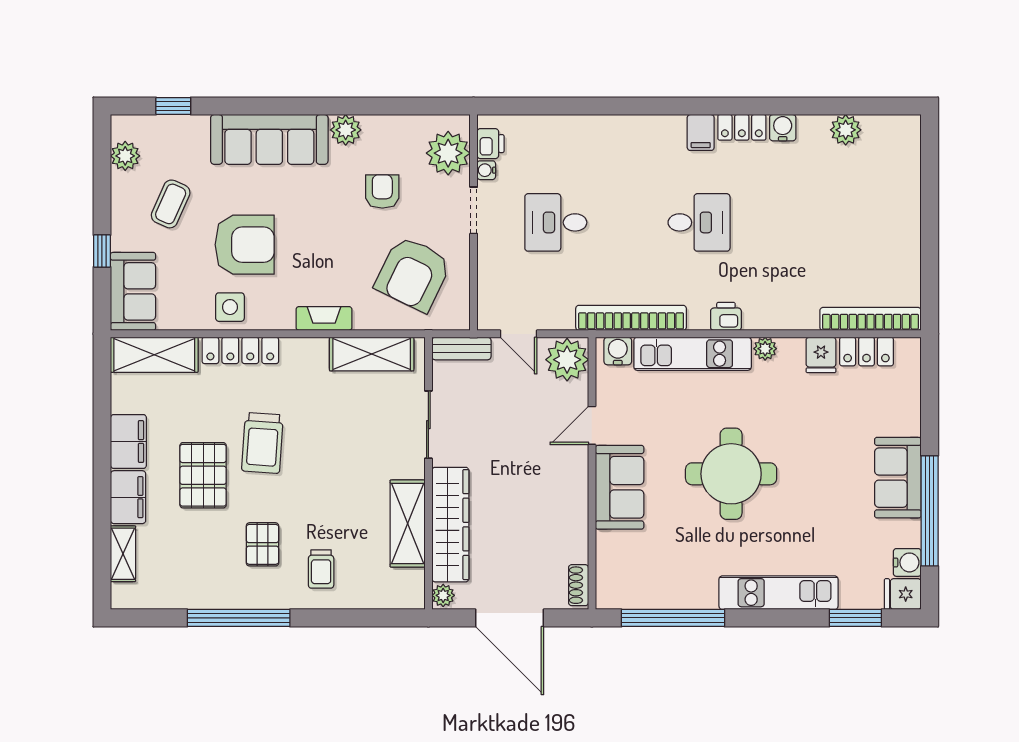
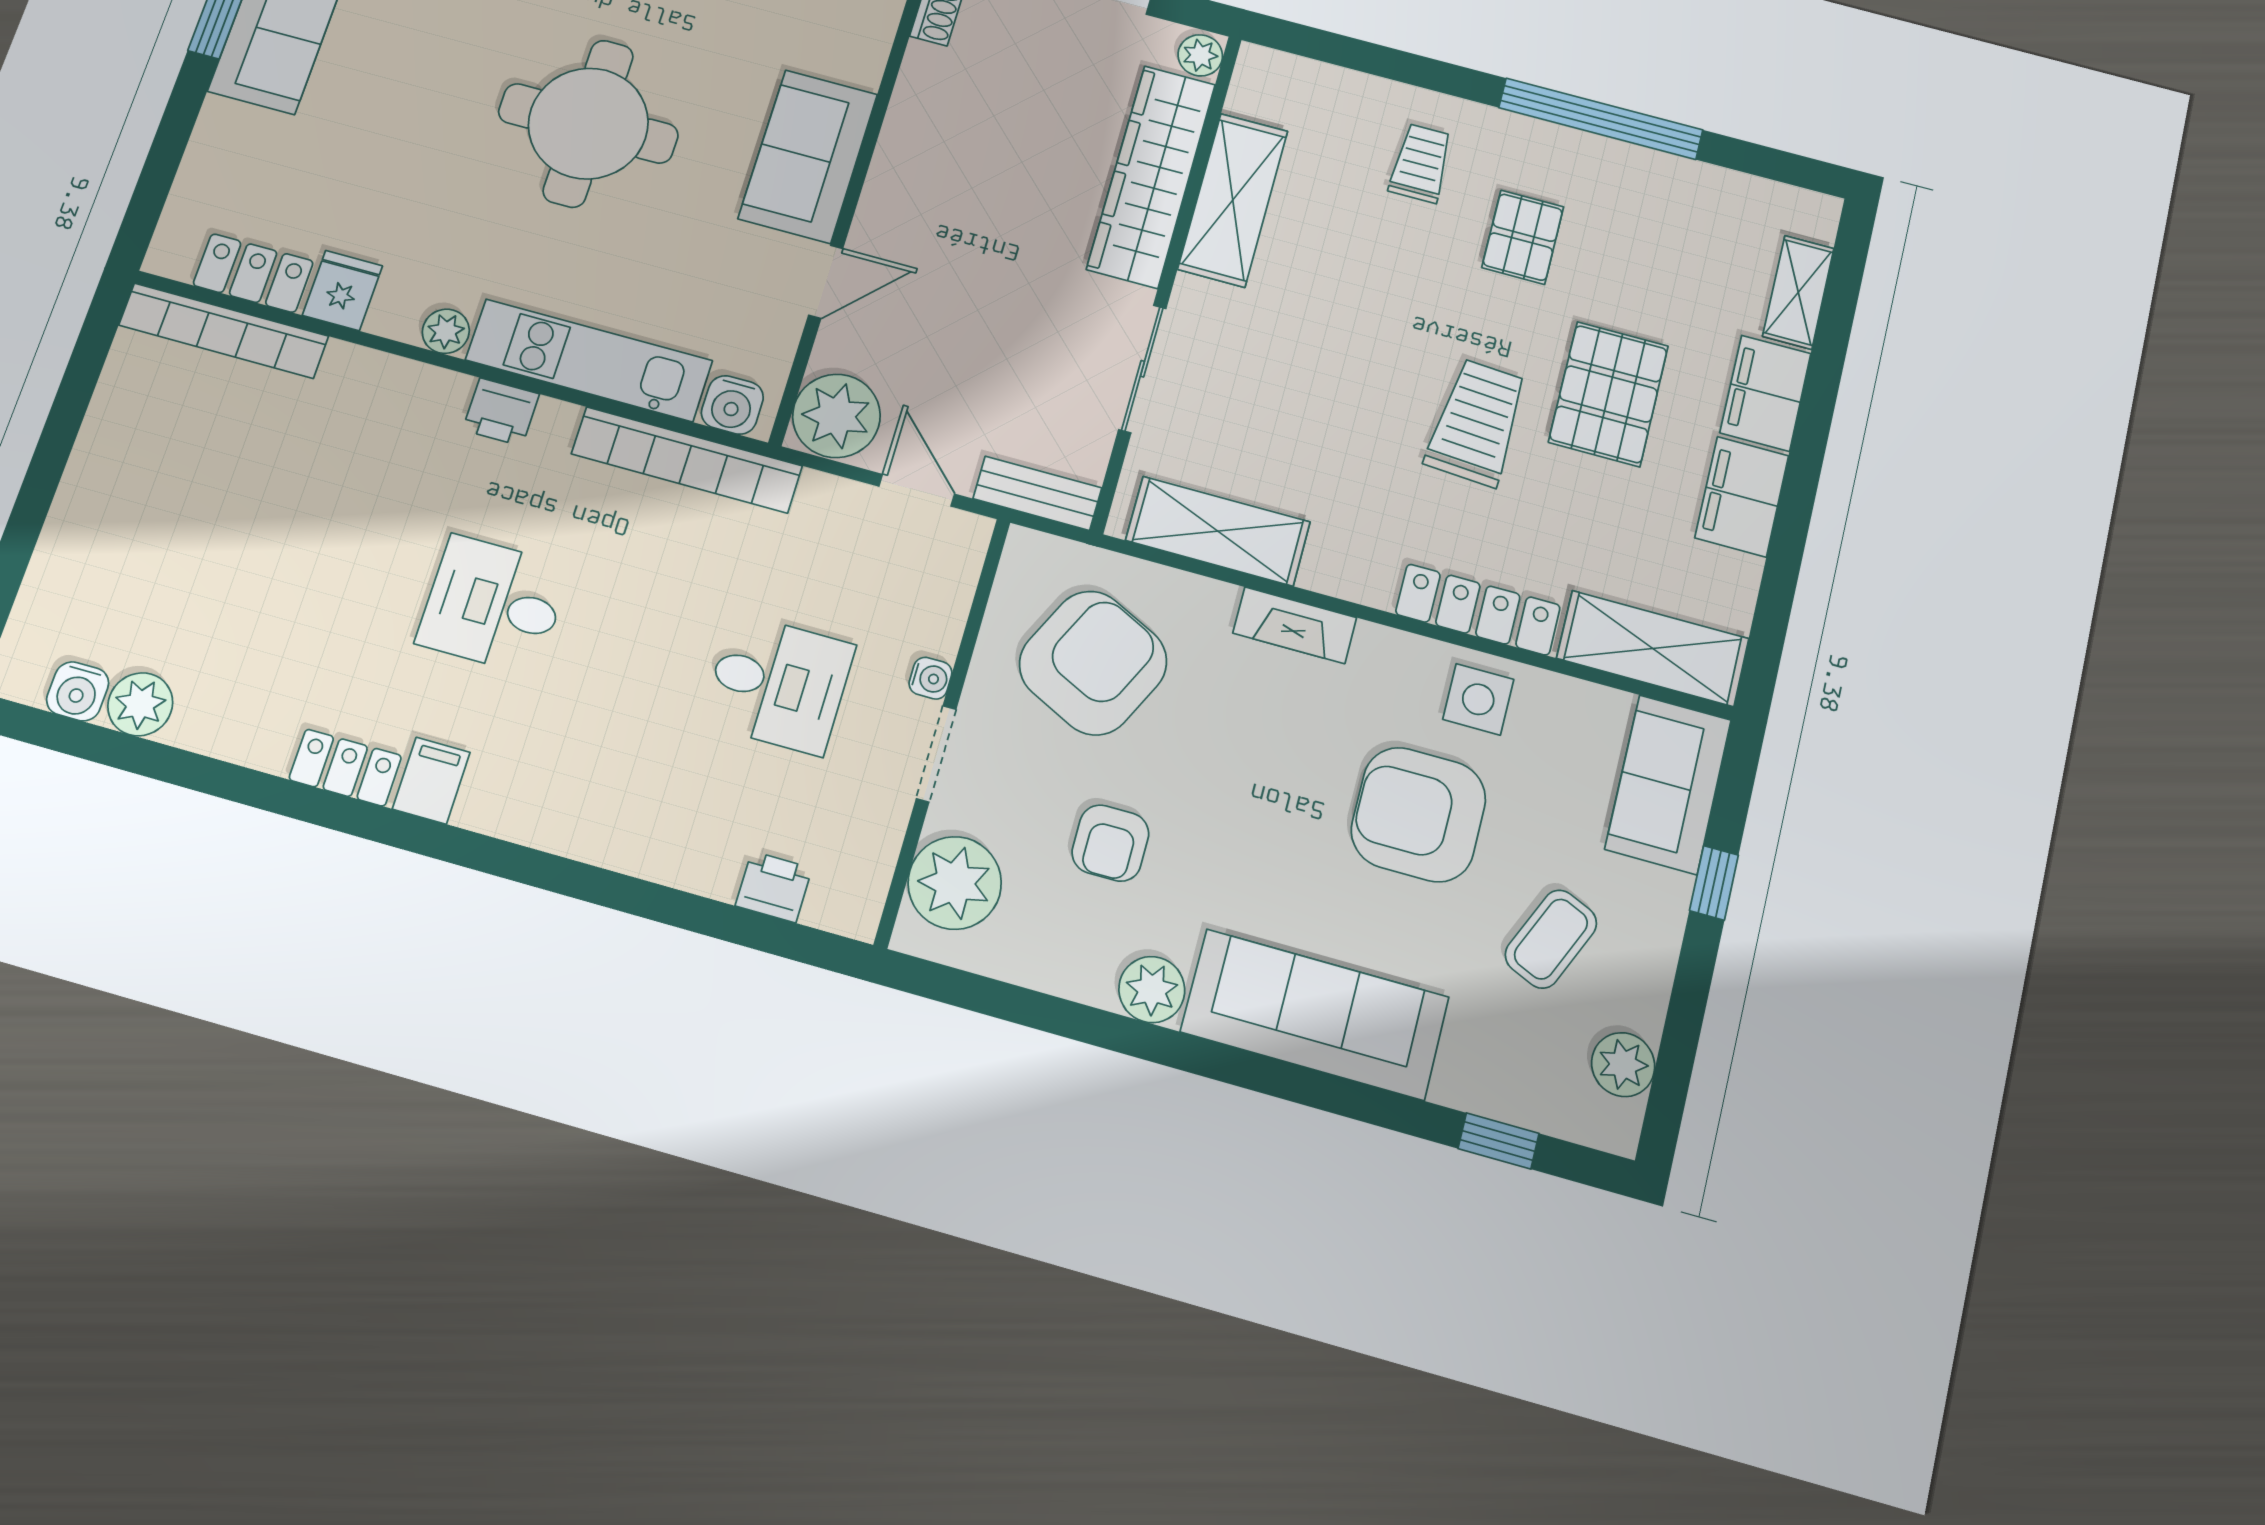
water cooler: (783, 128) -> (78, 691), moved
printer: (490, 144) -> (774, 887), moved, turned 90
water cooler: (486, 170) -> (930, 678), moved

